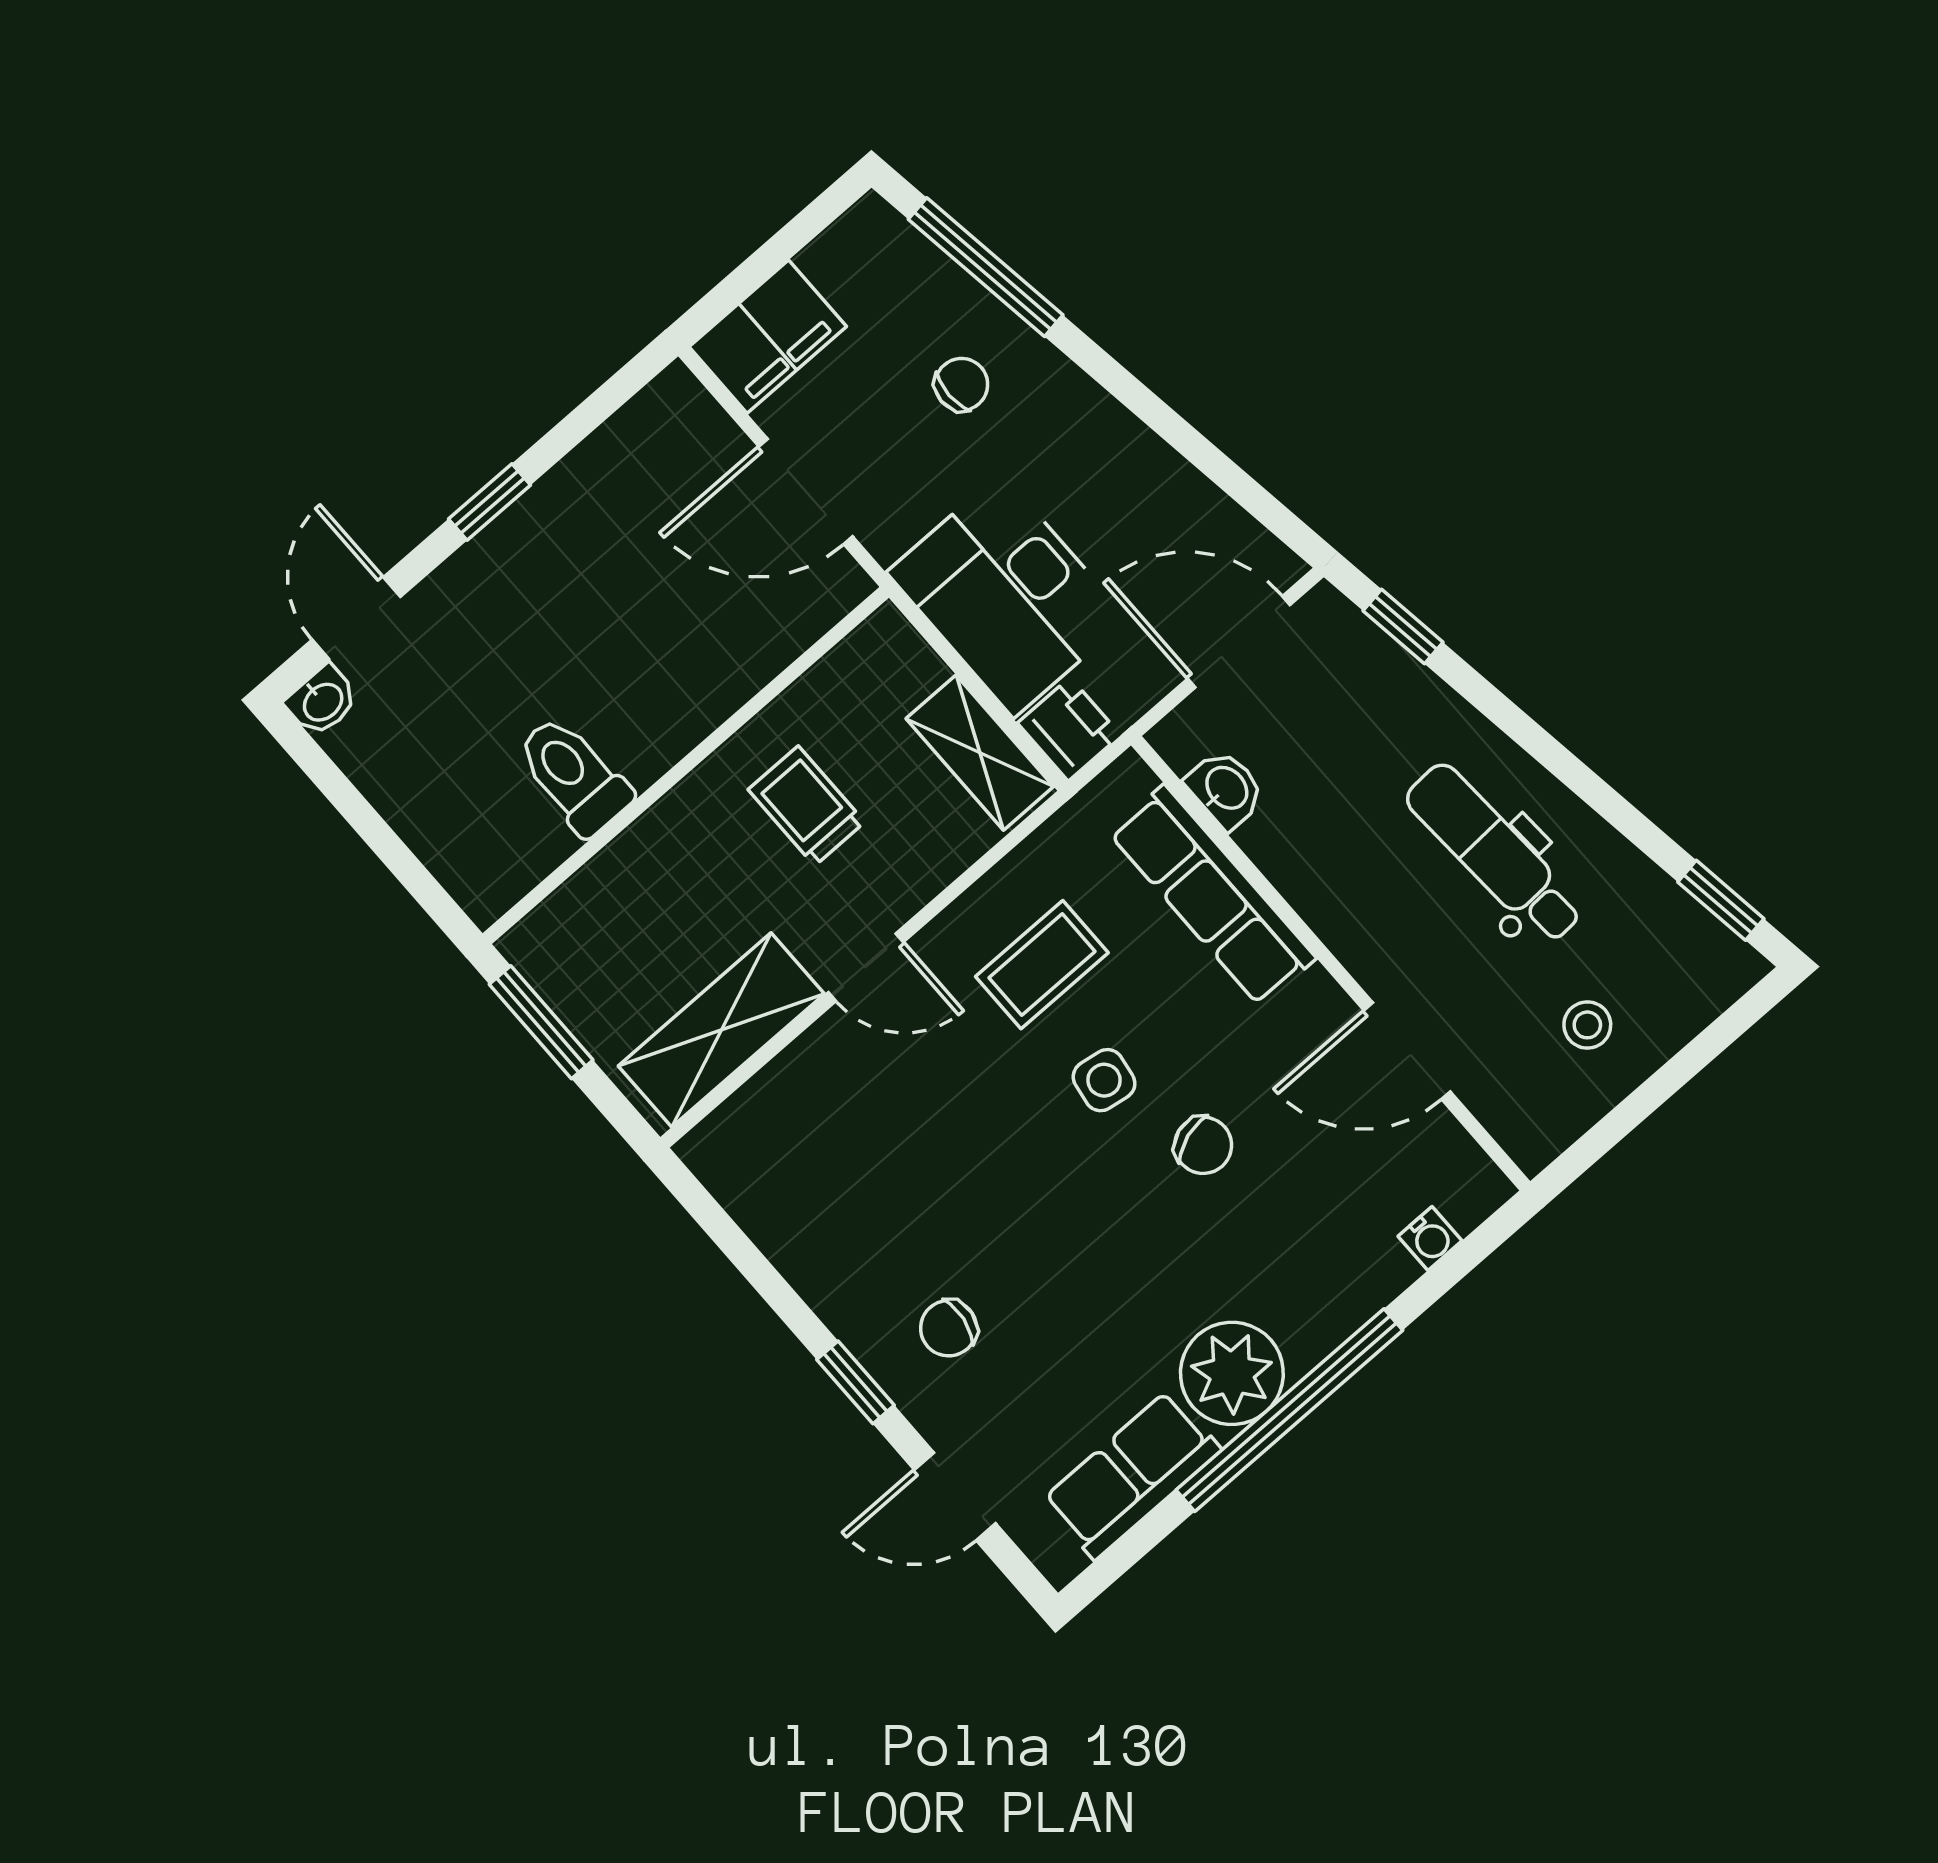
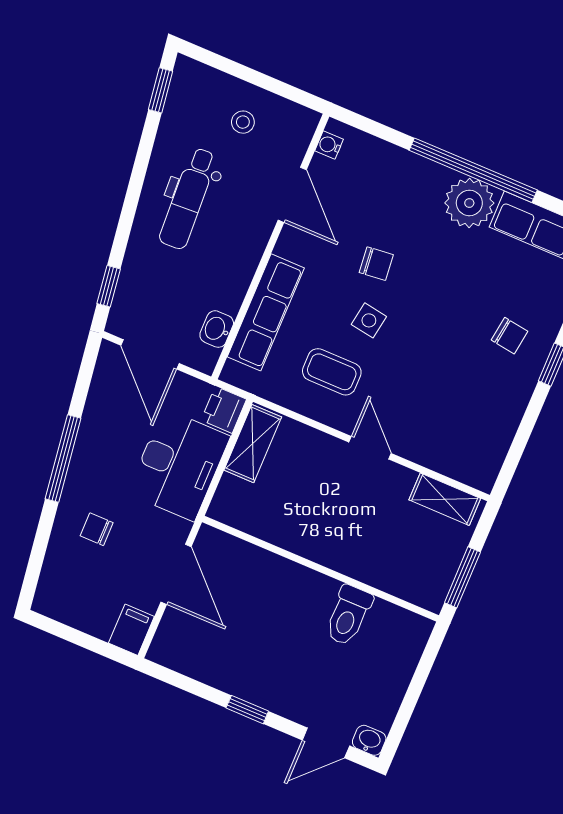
window: (986, 267) -> (63, 459), moved
filing cabinet: (768, 337) -> (131, 630), width x0.50
trolley: (806, 806) -> (312, 508), removed
shelving: (721, 1030) -> (445, 499), width x0.67, depth x0.75
chair: (1203, 1145) -> (376, 264), turned 102
water cooler: (1430, 1238) -> (329, 145), moved, turned -90

